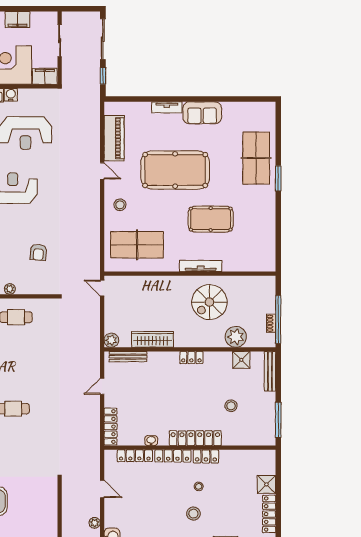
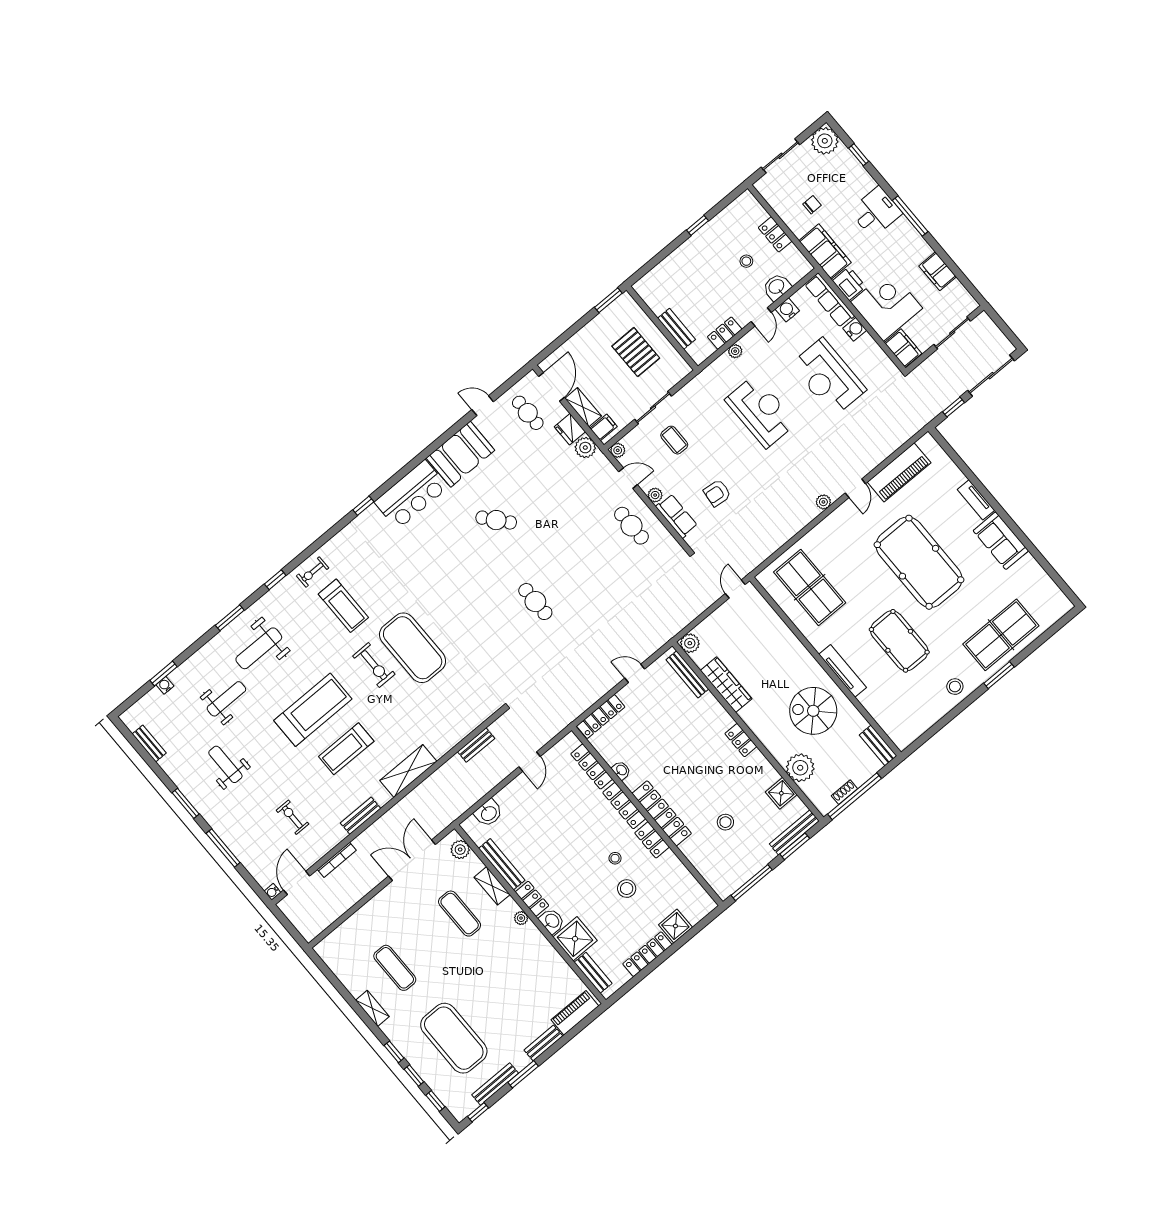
stool: (120, 205) -> (955, 687), moved
bench: (260, 281) -> (878, 745), added
row of seats: (32, 287) -> (677, 516), added
window: (278, 378) -> (795, 846), added
bench: (67, 512) -> (476, 745), added
stool: (193, 514) -> (627, 889), moved
plant: (95, 523) -> (823, 502), moved

